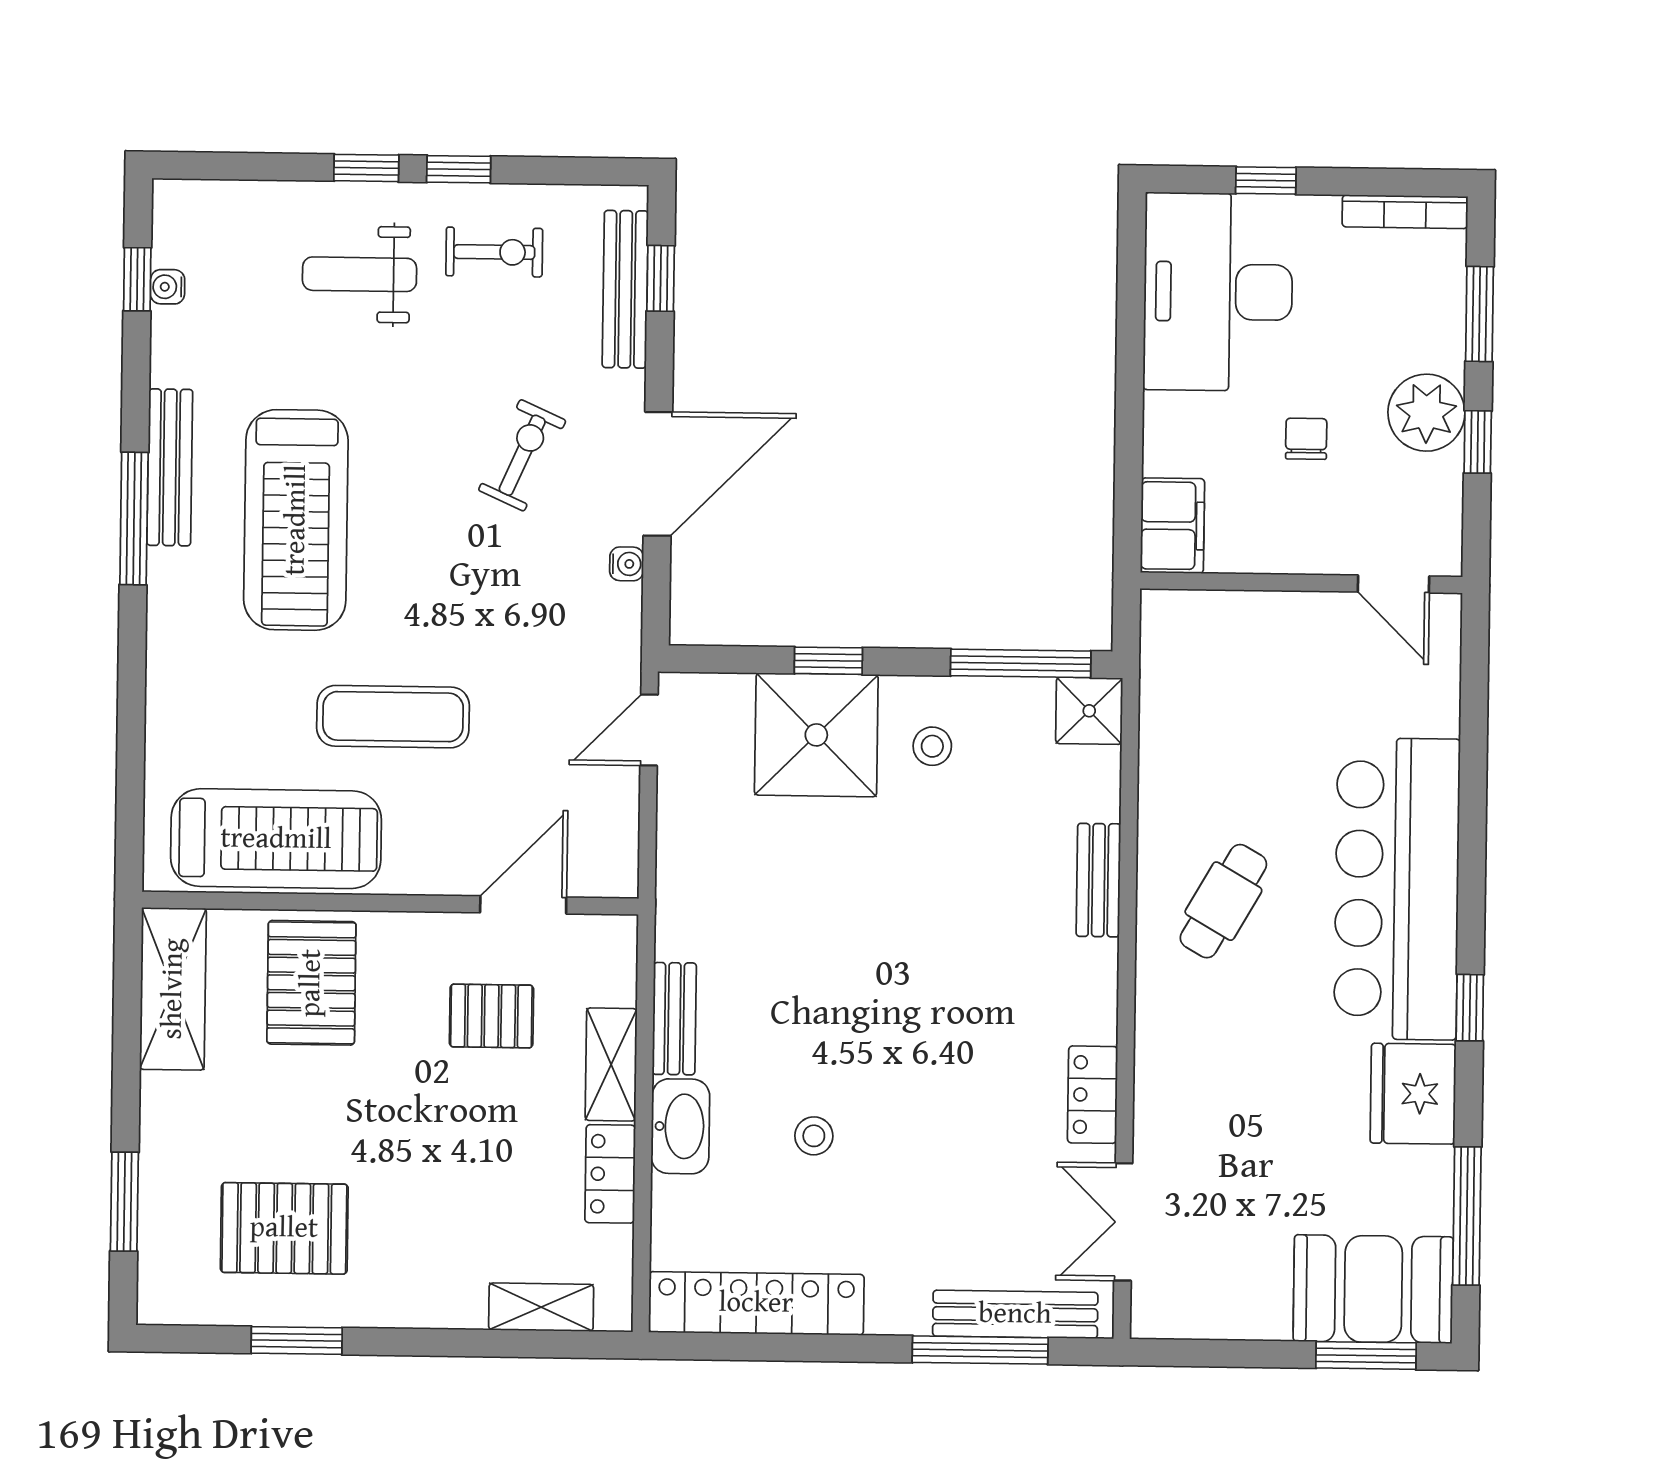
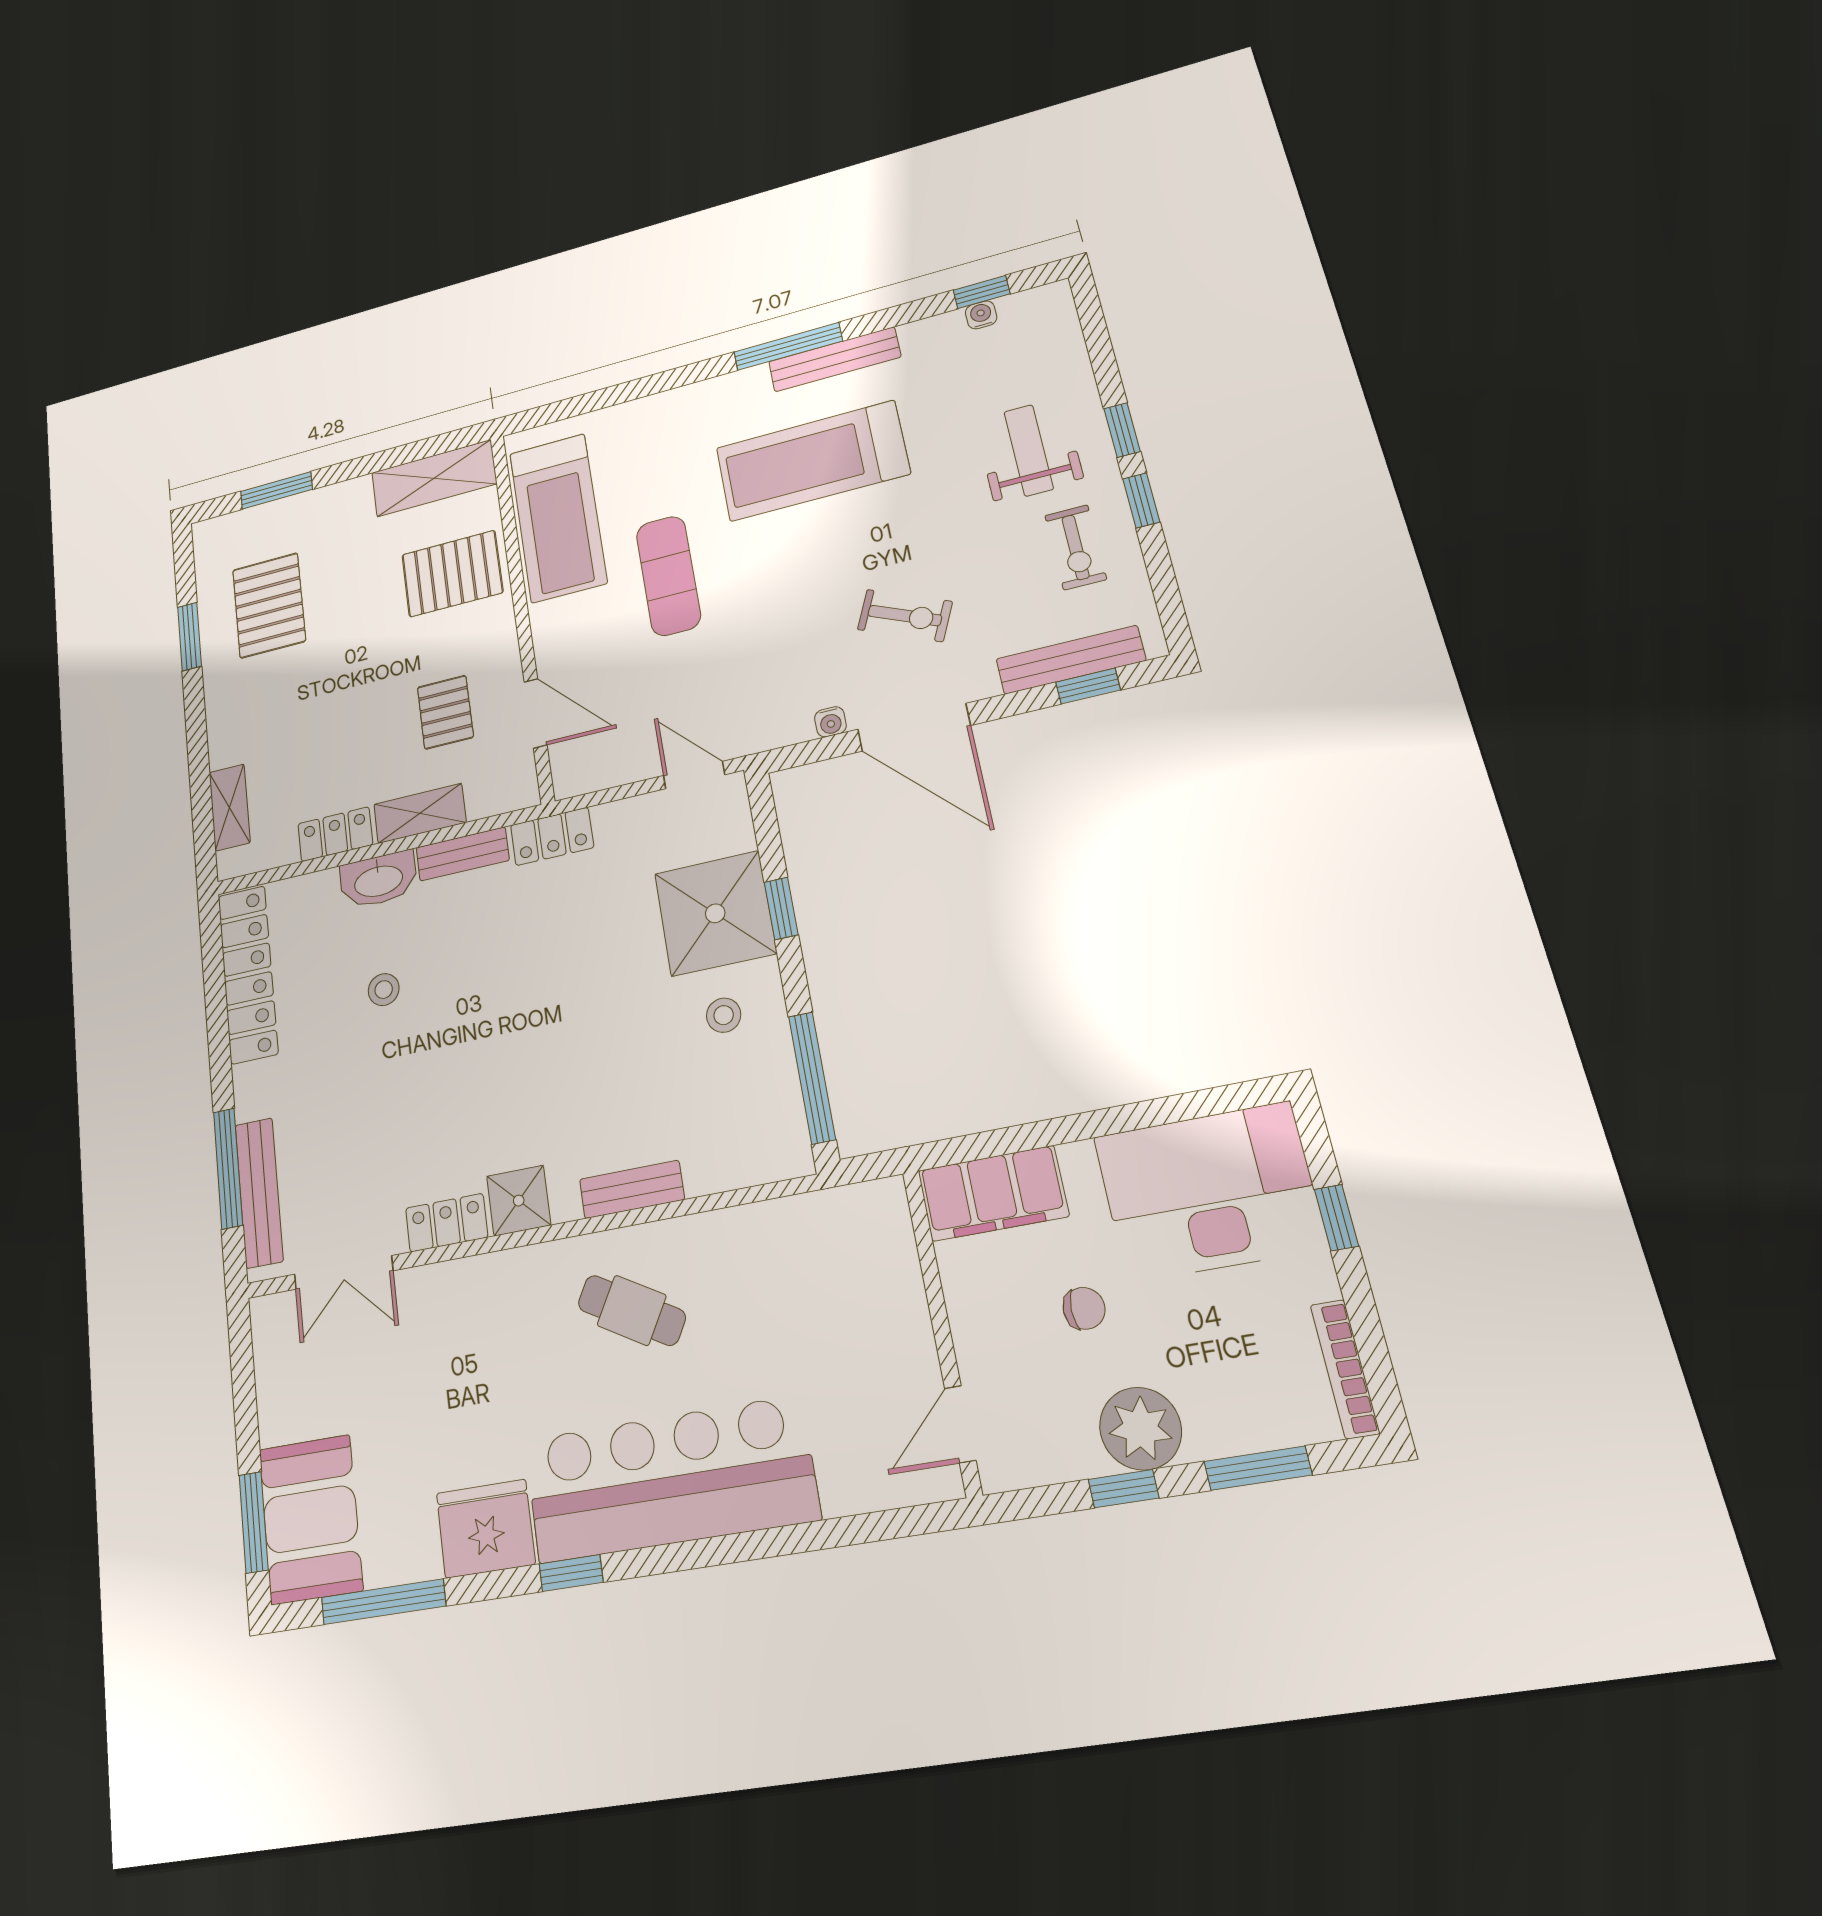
filing cabinet: (1172, 526) -> (993, 1193), width x1.50, depth x1.17
shower: (1089, 711) -> (519, 1201), moved
locker: (680, 908) -> (552, 836), added
double door: (1123, 1222) -> (343, 1273), swing flipped

